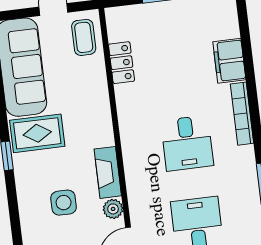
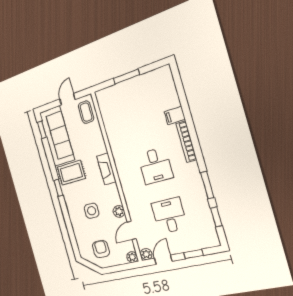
filing cabinet: (229, 61) -> (175, 115), width x0.50
locker: (121, 63) -> (109, 123), removed
fireplace: (108, 172) -> (106, 169), moved

